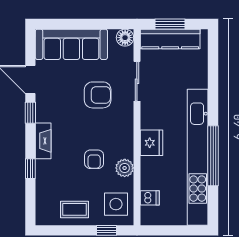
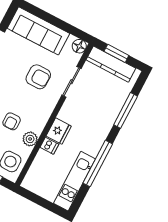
window: (213, 82) -> (126, 110), added
kitchen unit: (198, 157) -> (74, 181), width x0.54
dishwasher: (150, 198) -> (49, 146), moved

